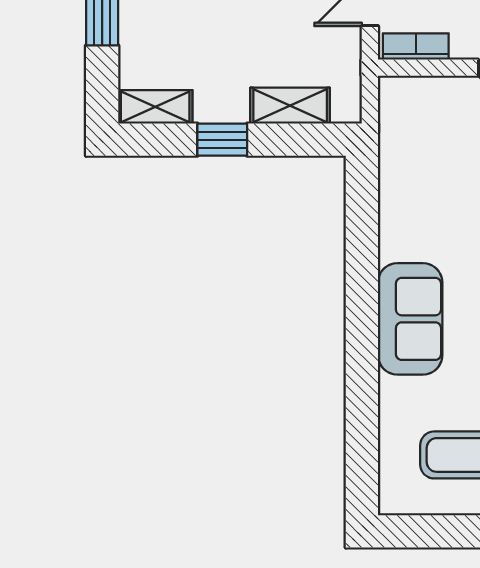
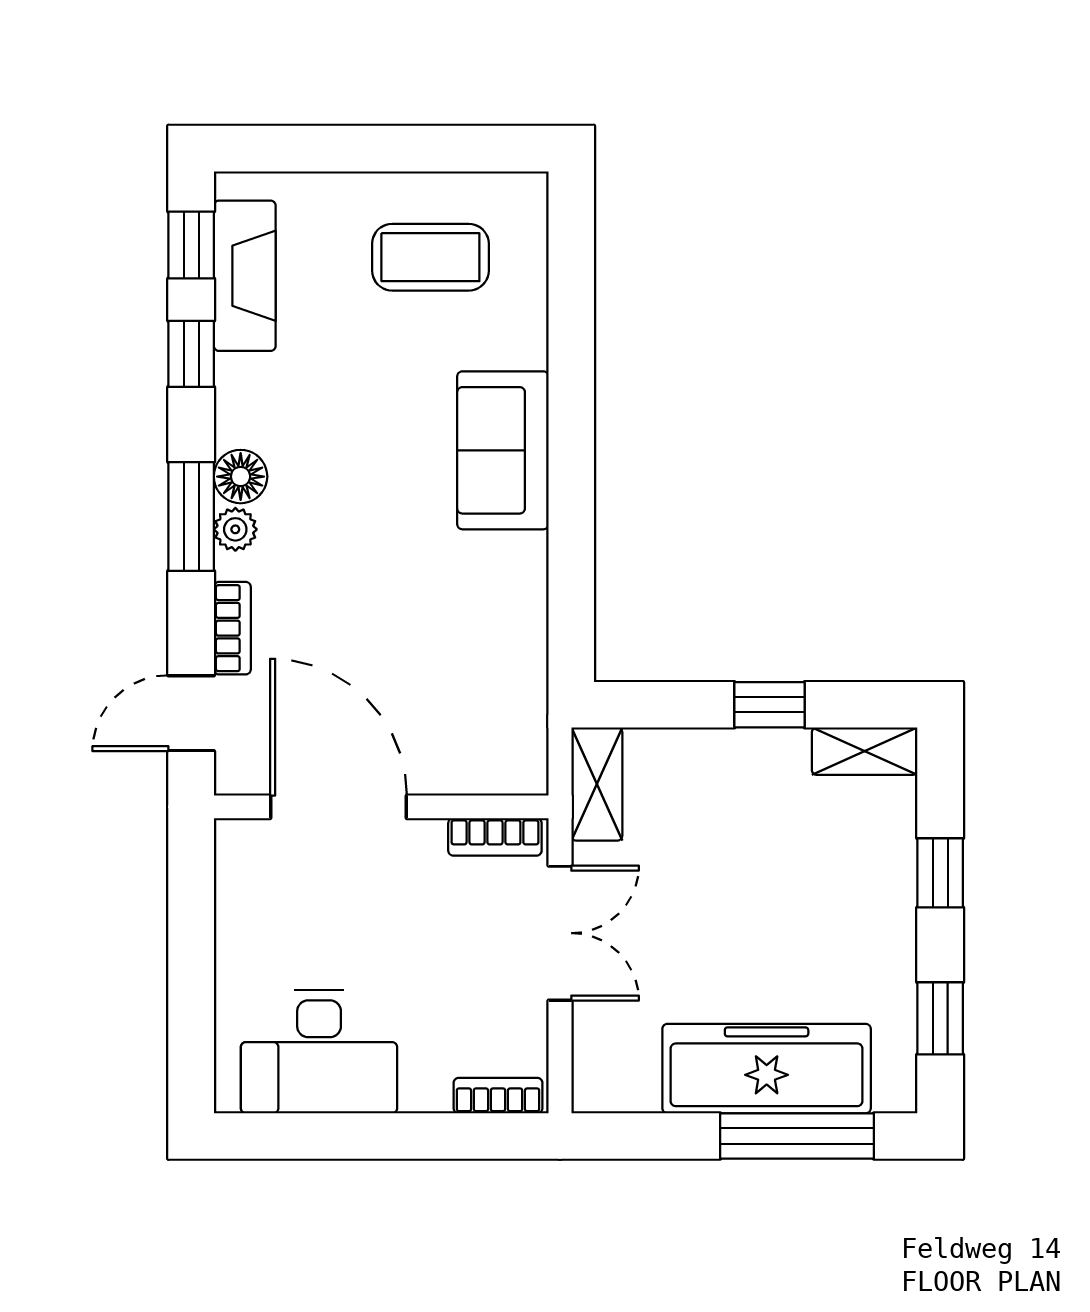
shelving: (290, 106) -> (597, 784), moved, turned 90

